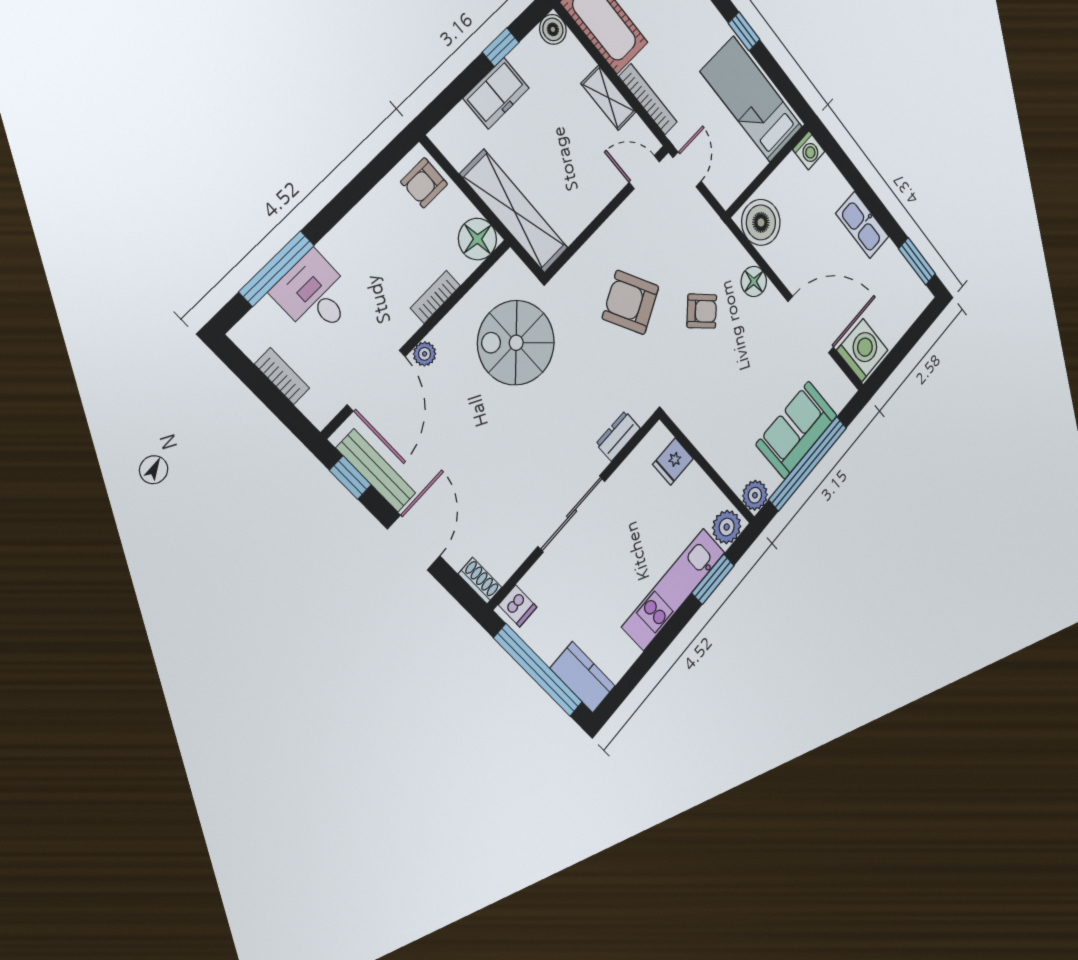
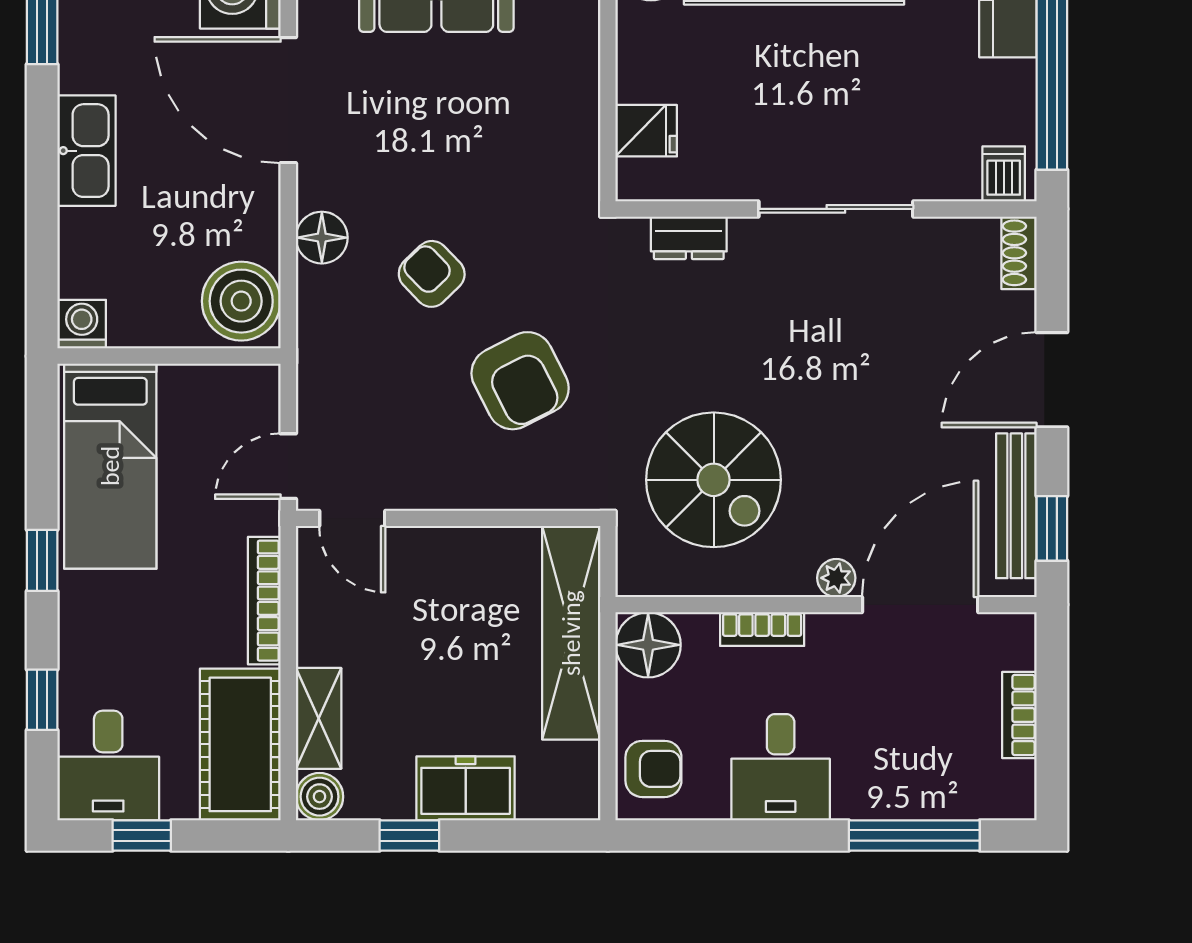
shelving: (609, 98) -> (319, 718), moved
desk: (314, 295) -> (781, 767), moved

